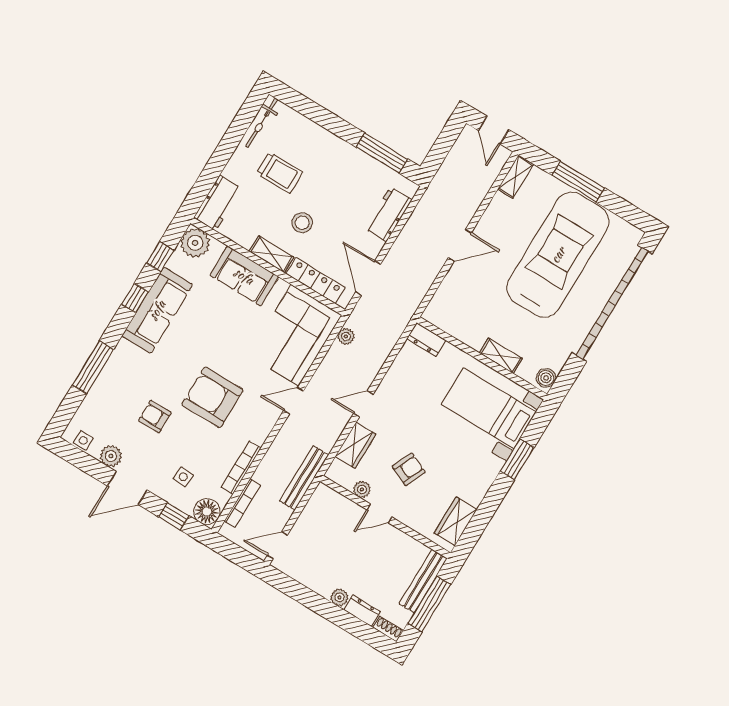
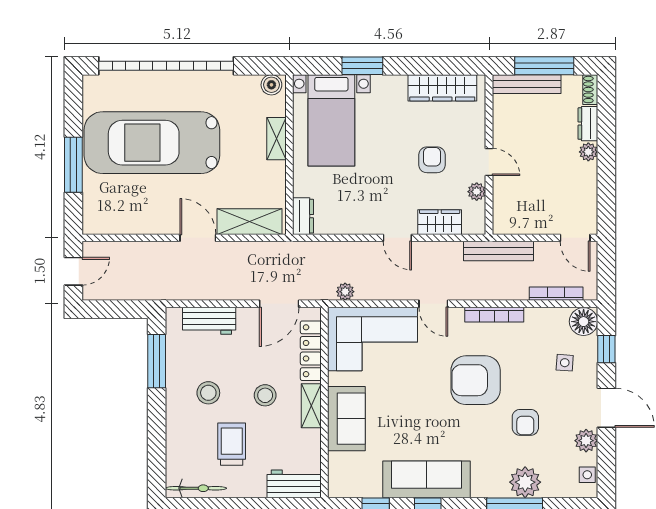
shelving: (516, 177) -> (249, 222), moved, width x1.50, depth x1.33
stool: (332, 179) -> (208, 393), added
plant: (195, 243) -> (525, 482), moved
armchair: (212, 397) -> (476, 380), turned 90
bookcase: (241, 468) -> (494, 315), moved
armchair: (409, 469) -> (432, 160), turned 66
wardrobe: (456, 521) -> (442, 88), width x1.50

